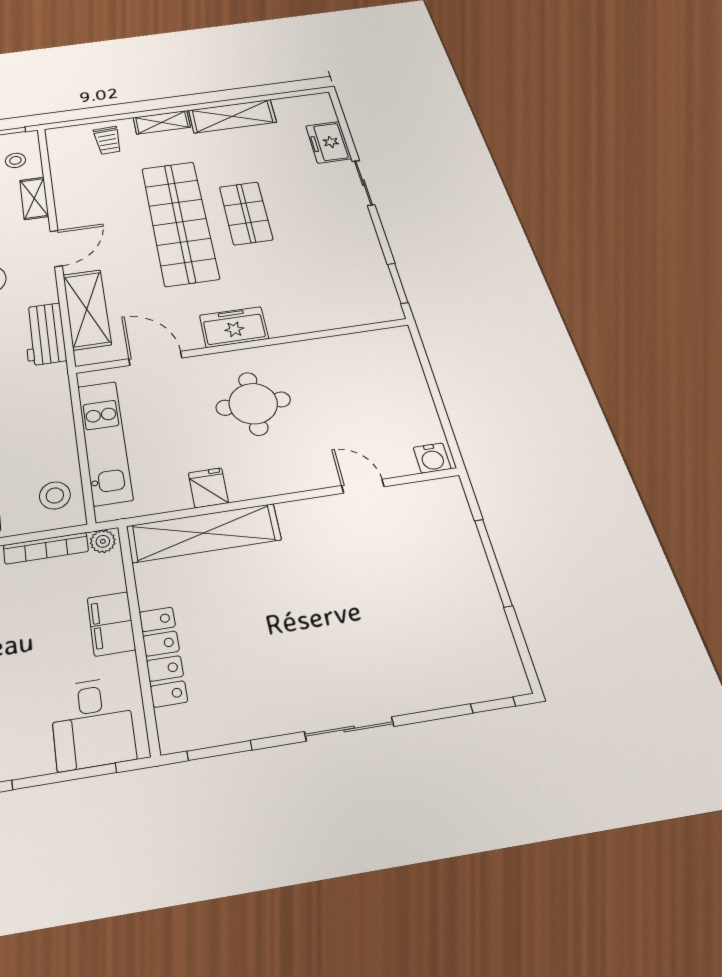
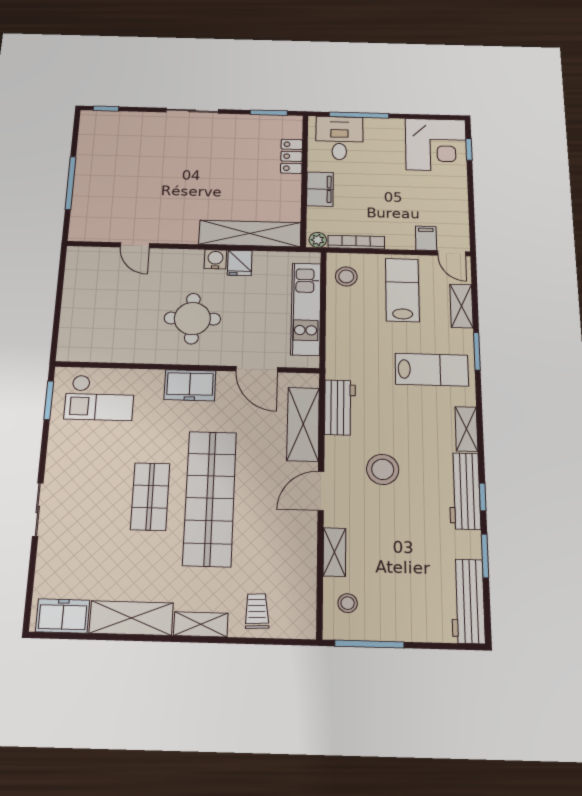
freezer: (329, 142) -> (63, 616), moved, turned -90
checkout: (339, 296) -> (100, 398), added
water cooler: (432, 458) -> (215, 259), moved
locker: (163, 656) -> (292, 156), width x0.66

